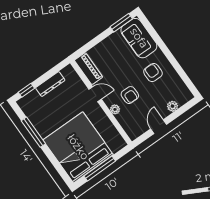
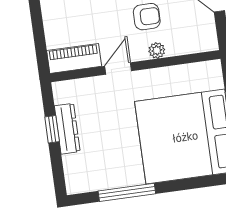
window: (26, 90) -> (52, 129), moved

